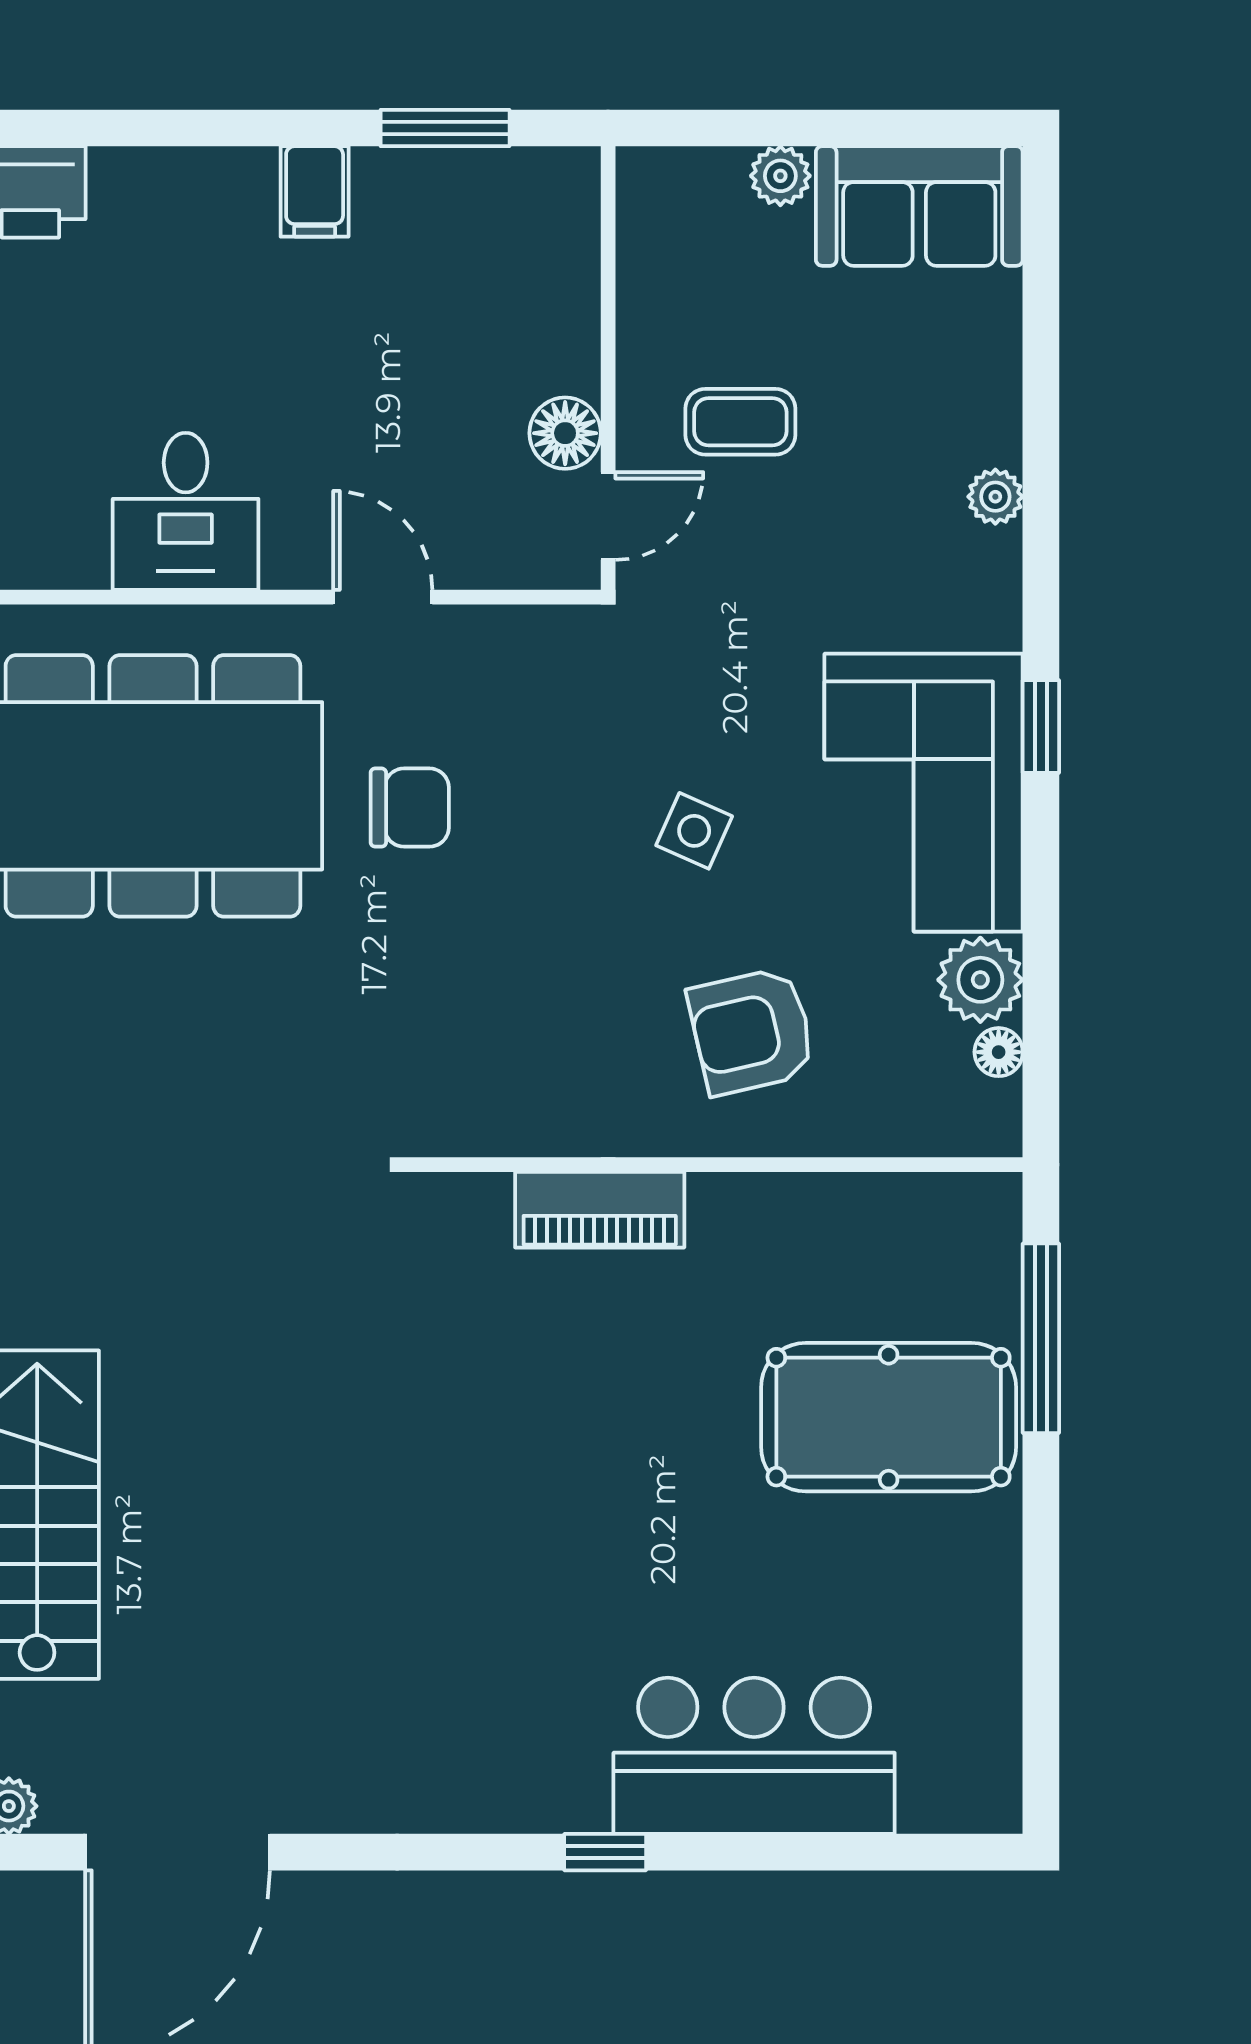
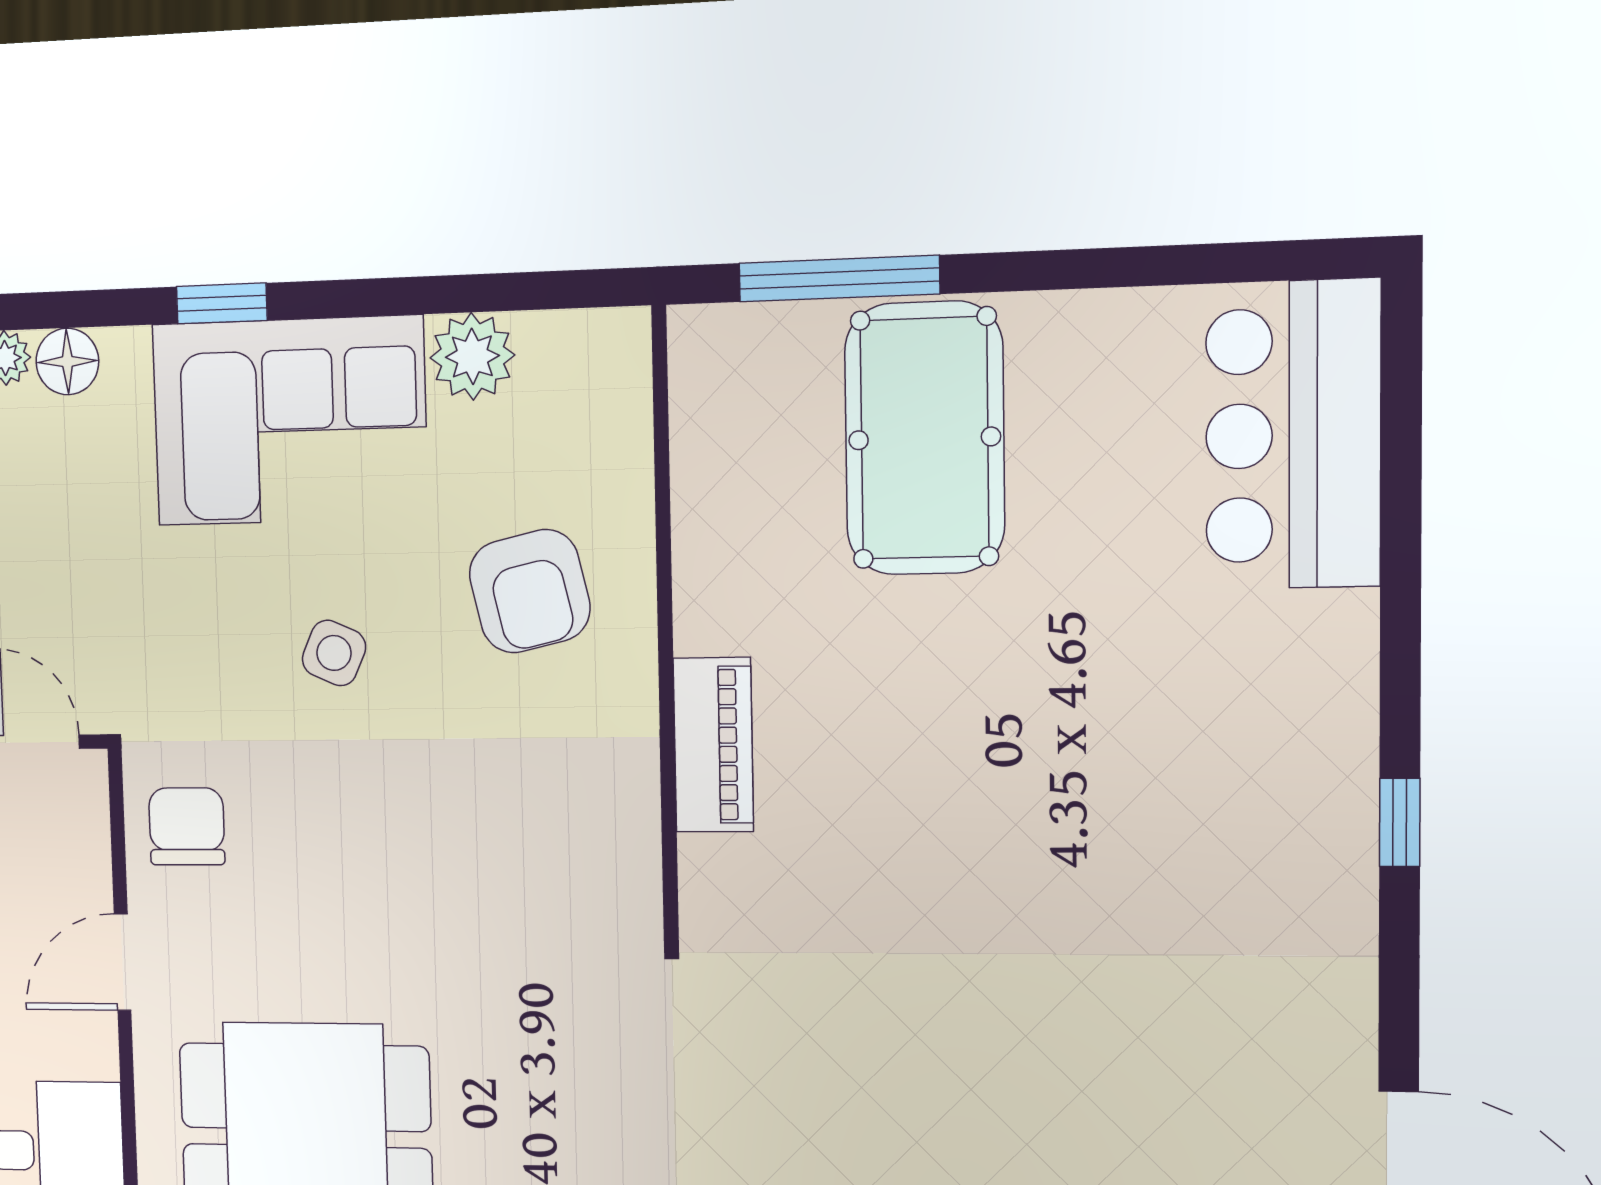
chair: (410, 808) -> (187, 826), moved
floor lamp: (999, 1052) -> (67, 361), moved, width x1.37, depth x1.37
bar counter: (754, 1756) -> (1293, 435), moved
window: (605, 1852) -> (1400, 823), moved

